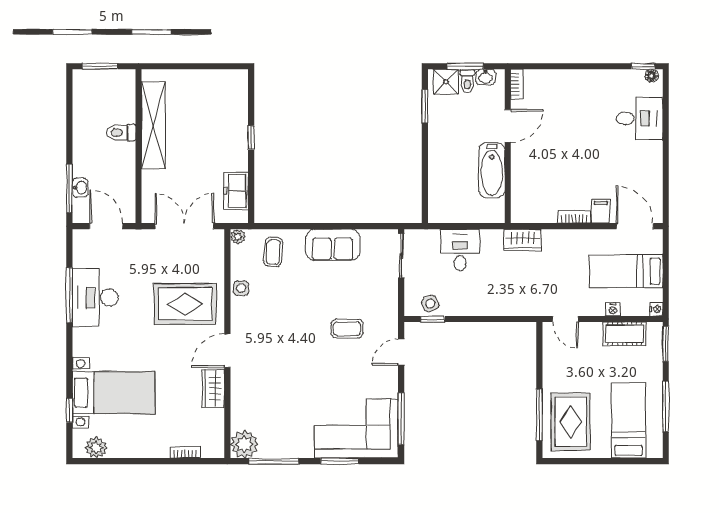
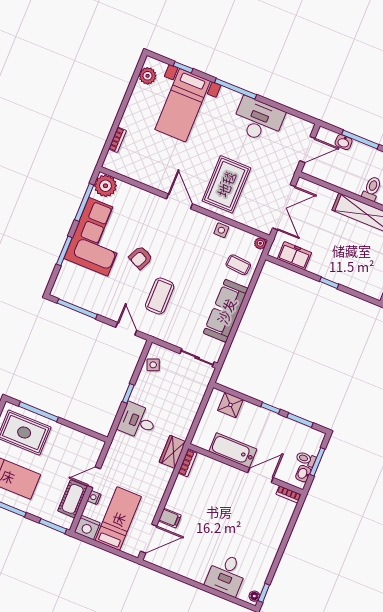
shower: (446, 82) -> (230, 405), moved
door: (508, 126) -> (261, 475), swing flipped
window: (425, 146) -> (270, 408), added
window: (69, 189) -> (360, 140), moved
bookcase: (574, 217) -> (188, 463), moved
sofa: (333, 245) -> (226, 311), width x1.36
desk: (460, 250) -> (137, 421), moved, turned 180
window: (69, 295) -> (236, 89), moved
nightstand: (656, 309) -> (87, 527), width x1.89, depth x1.79
window: (433, 319) -> (128, 393), moved
door: (565, 319) -> (94, 477), moved
coffee table: (347, 329) -> (160, 296), width x1.36, depth x1.30
armchair: (311, 369) -> (141, 258), added
wardrobe: (213, 388) -> (156, 180), removed
corner sofa: (356, 428) -> (98, 237), moved

